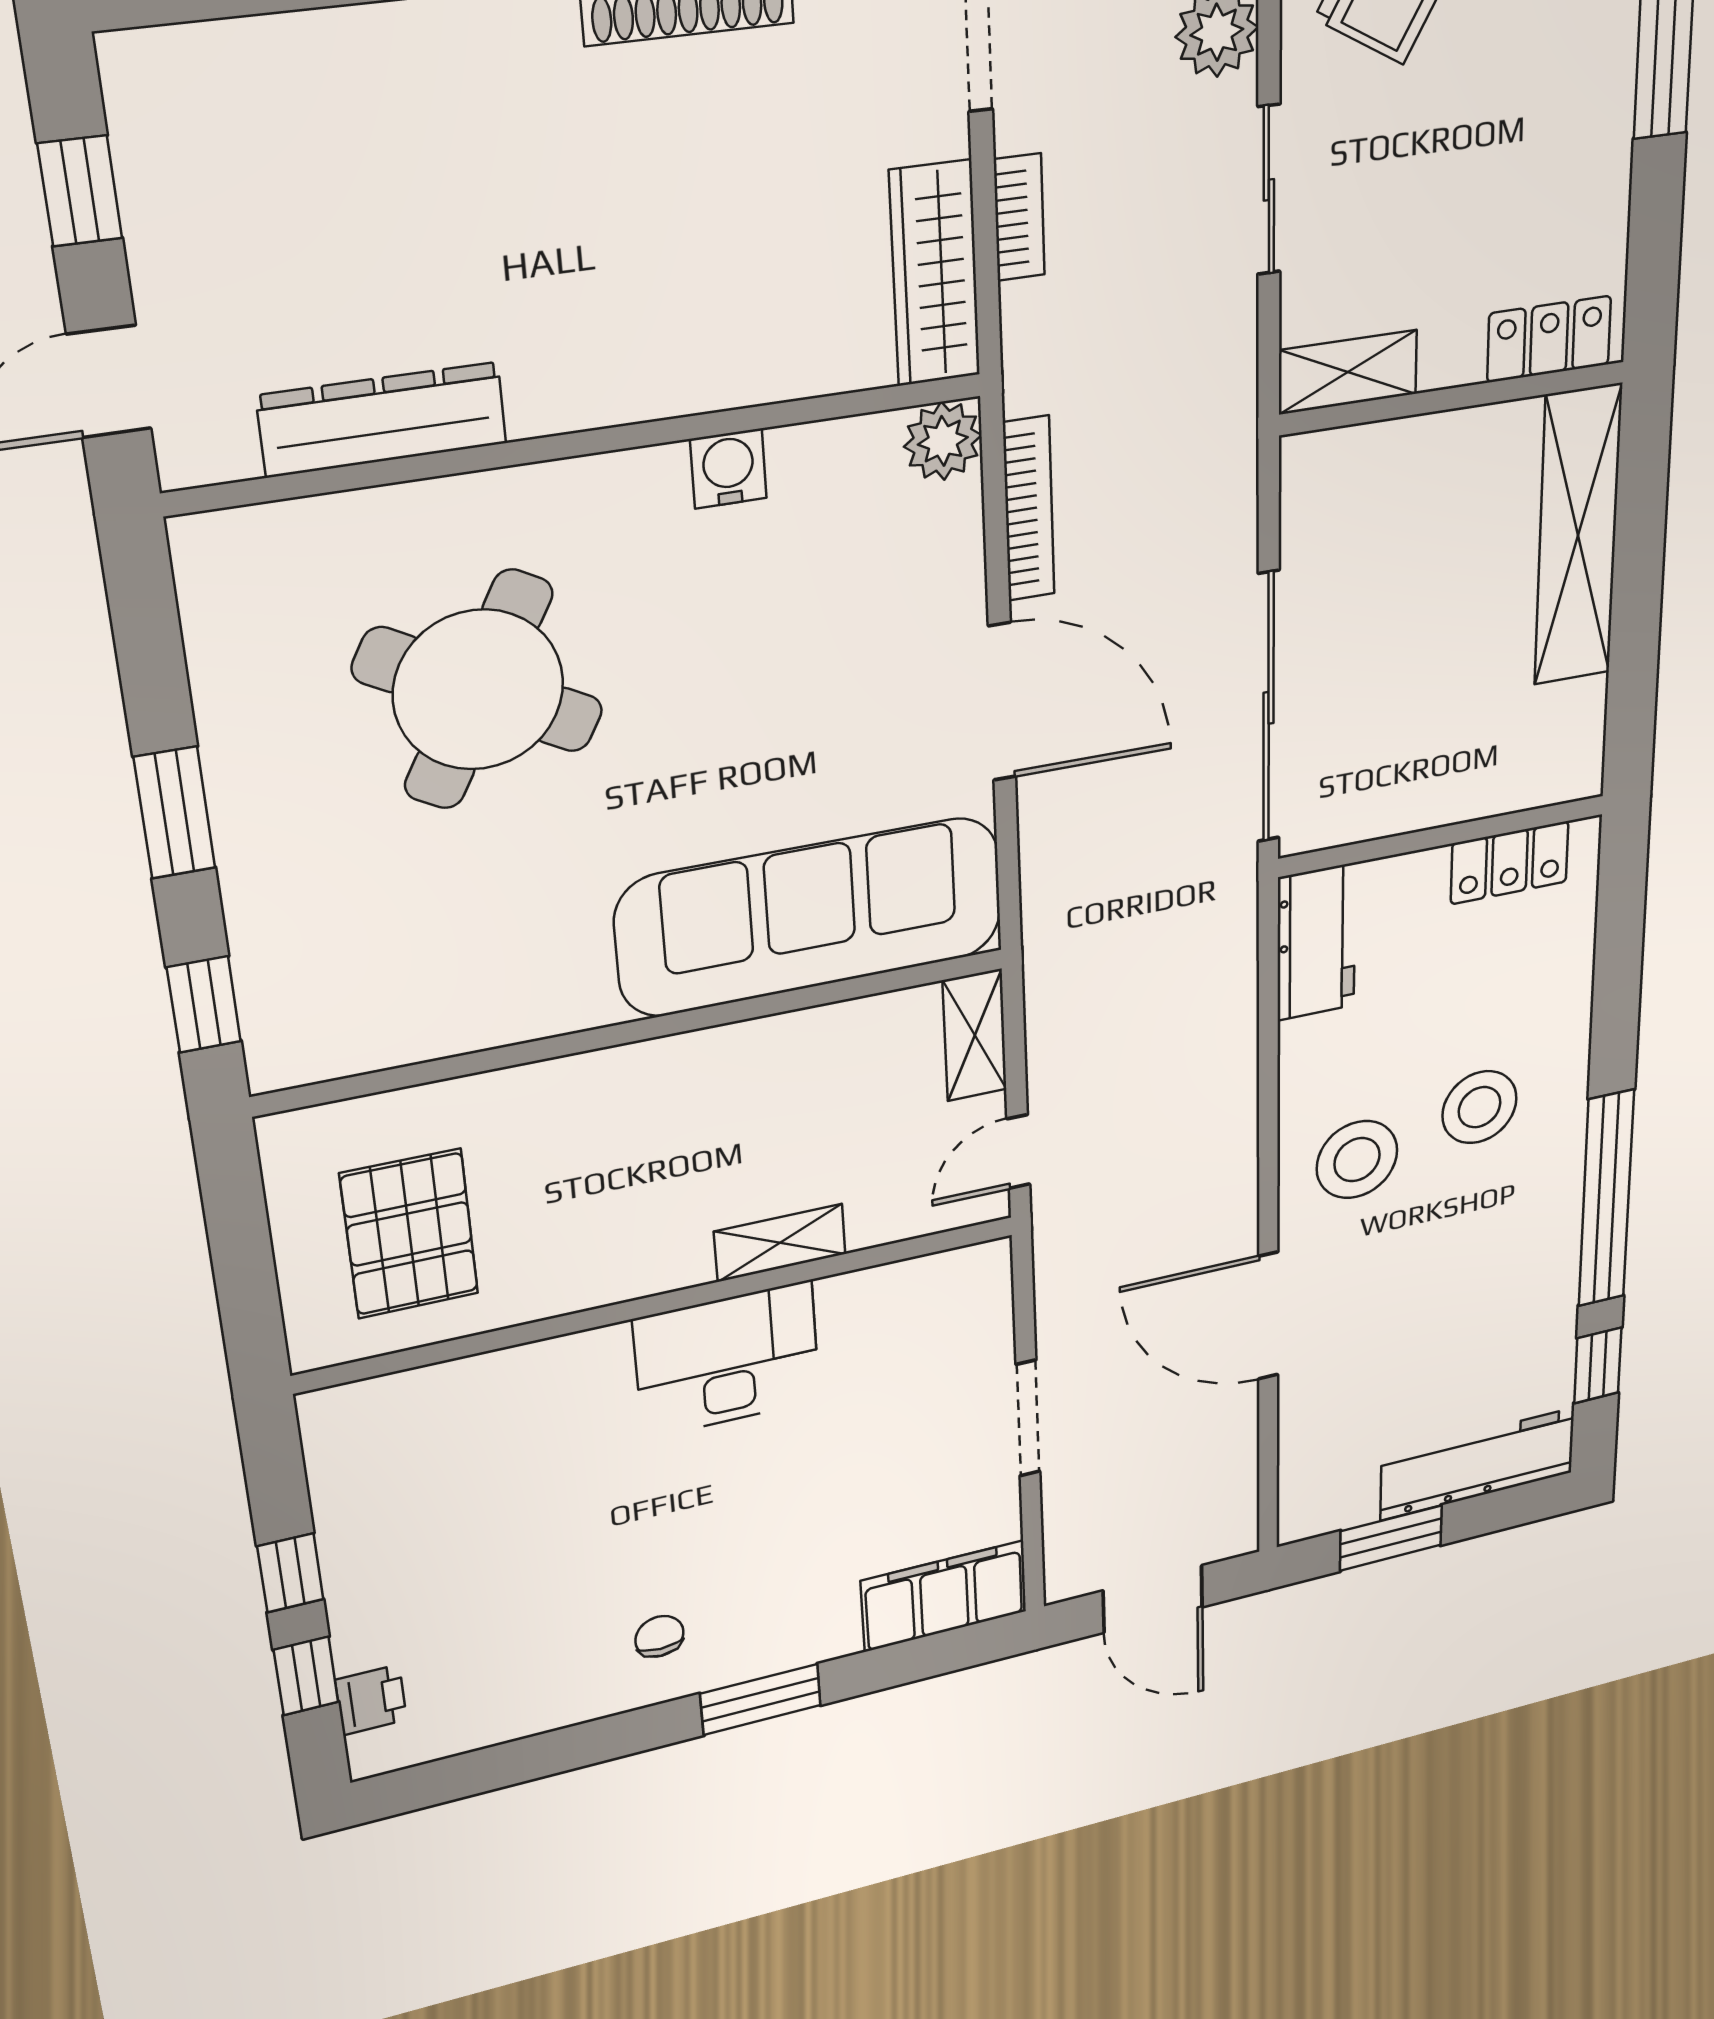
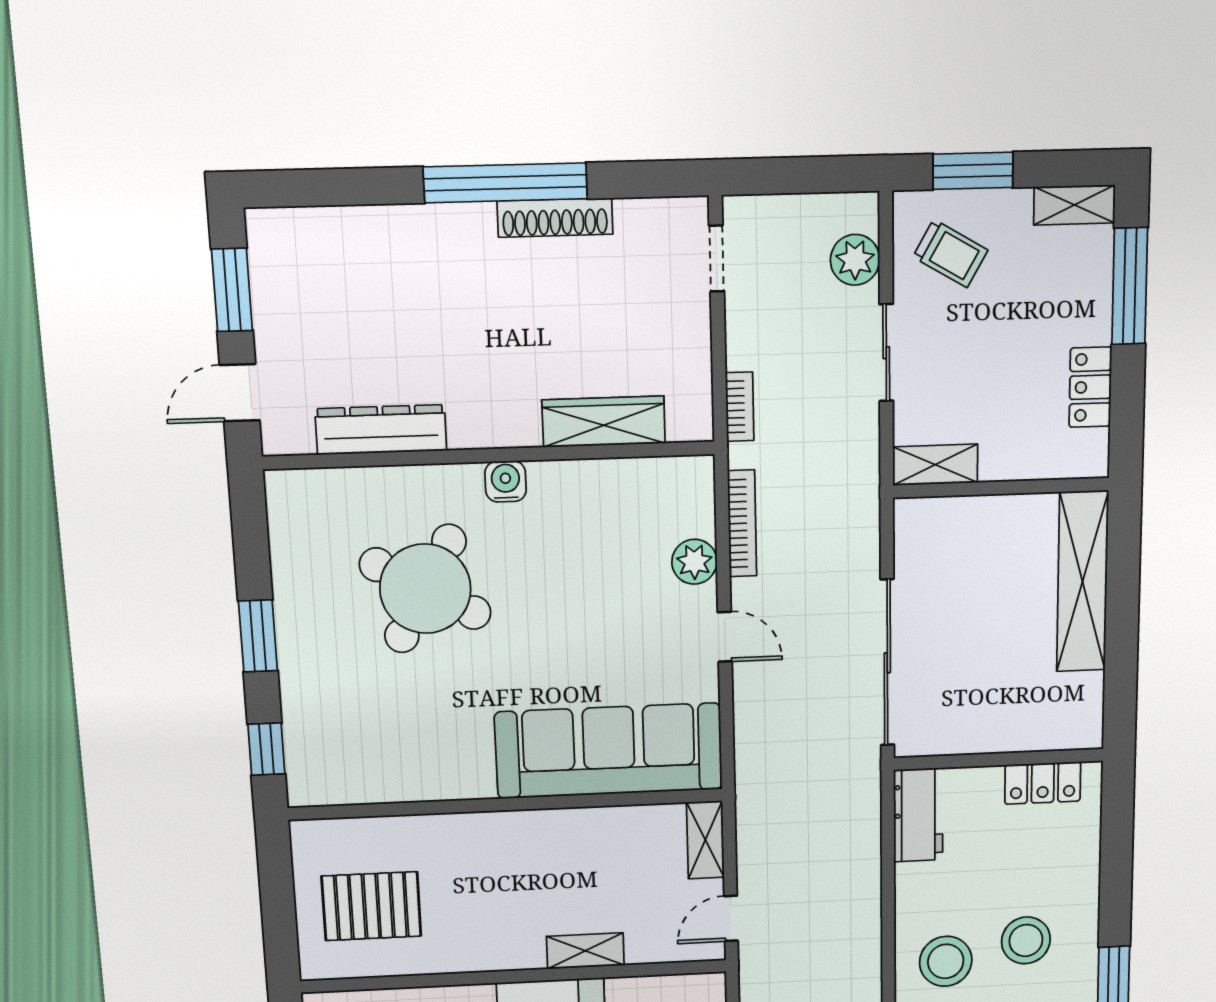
window: (80, 191) -> (232, 290), width x1.50
bookcase: (1019, 217) -> (740, 407), moved
wardrobe: (935, 274) -> (604, 422), moved, turned 90
locker: (1549, 339) -> (1090, 387), moved, turned -90
plant: (943, 441) -> (694, 562), moved
water cooler: (728, 469) -> (506, 481), moved
door: (1002, 702) -> (725, 637), width x0.53
pallet: (409, 1234) -> (371, 906), turned 90

